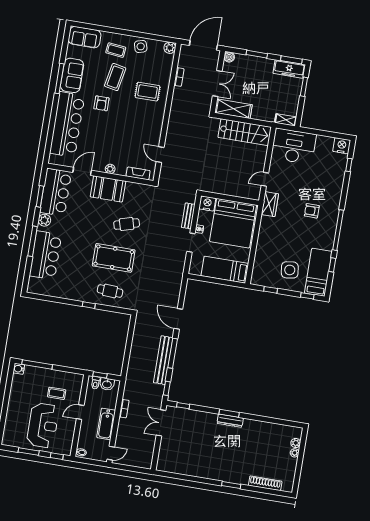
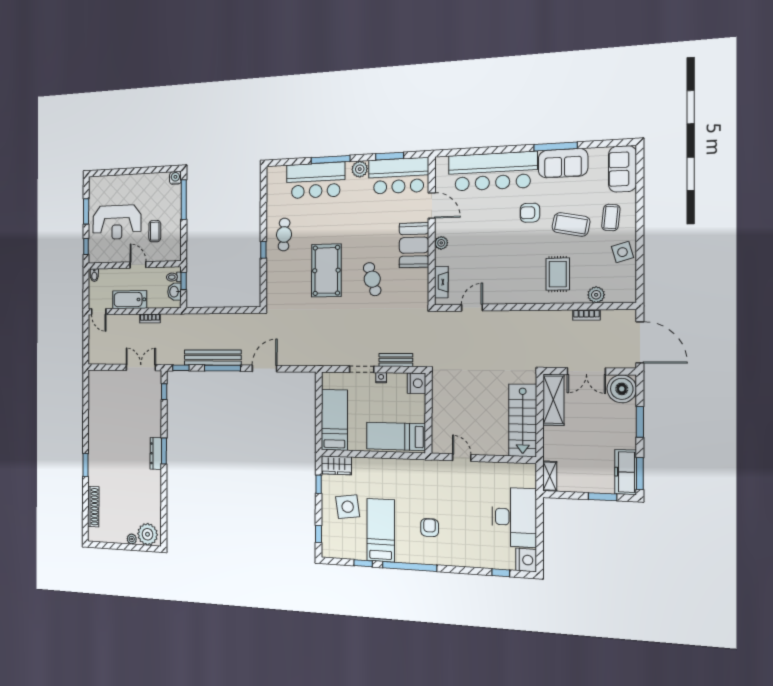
plant: (170, 48) -> (596, 295), moved
boiler: (229, 57) -> (622, 389), width x1.86, depth x1.86
desk: (294, 146) -> (514, 517), moved
wardrobe: (270, 204) -> (336, 465), moved
bed: (233, 223) -> (396, 436), width x0.49
bed: (318, 272) -> (381, 530), moved, turned -90
cafe table: (110, 291) -> (284, 234), moved
plant: (296, 443) -> (148, 534), width x1.88, depth x1.88

